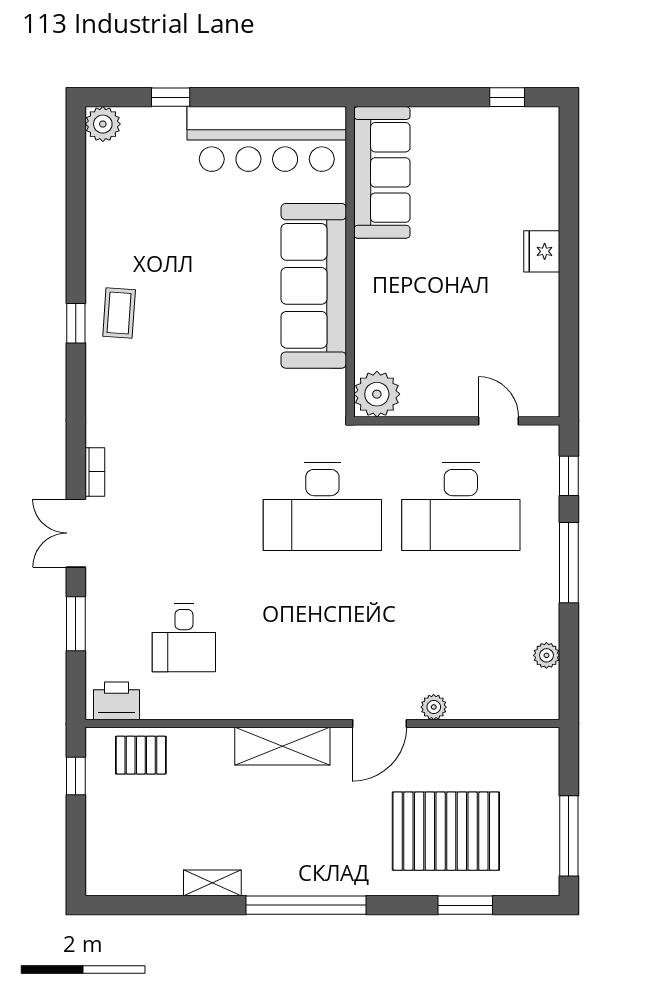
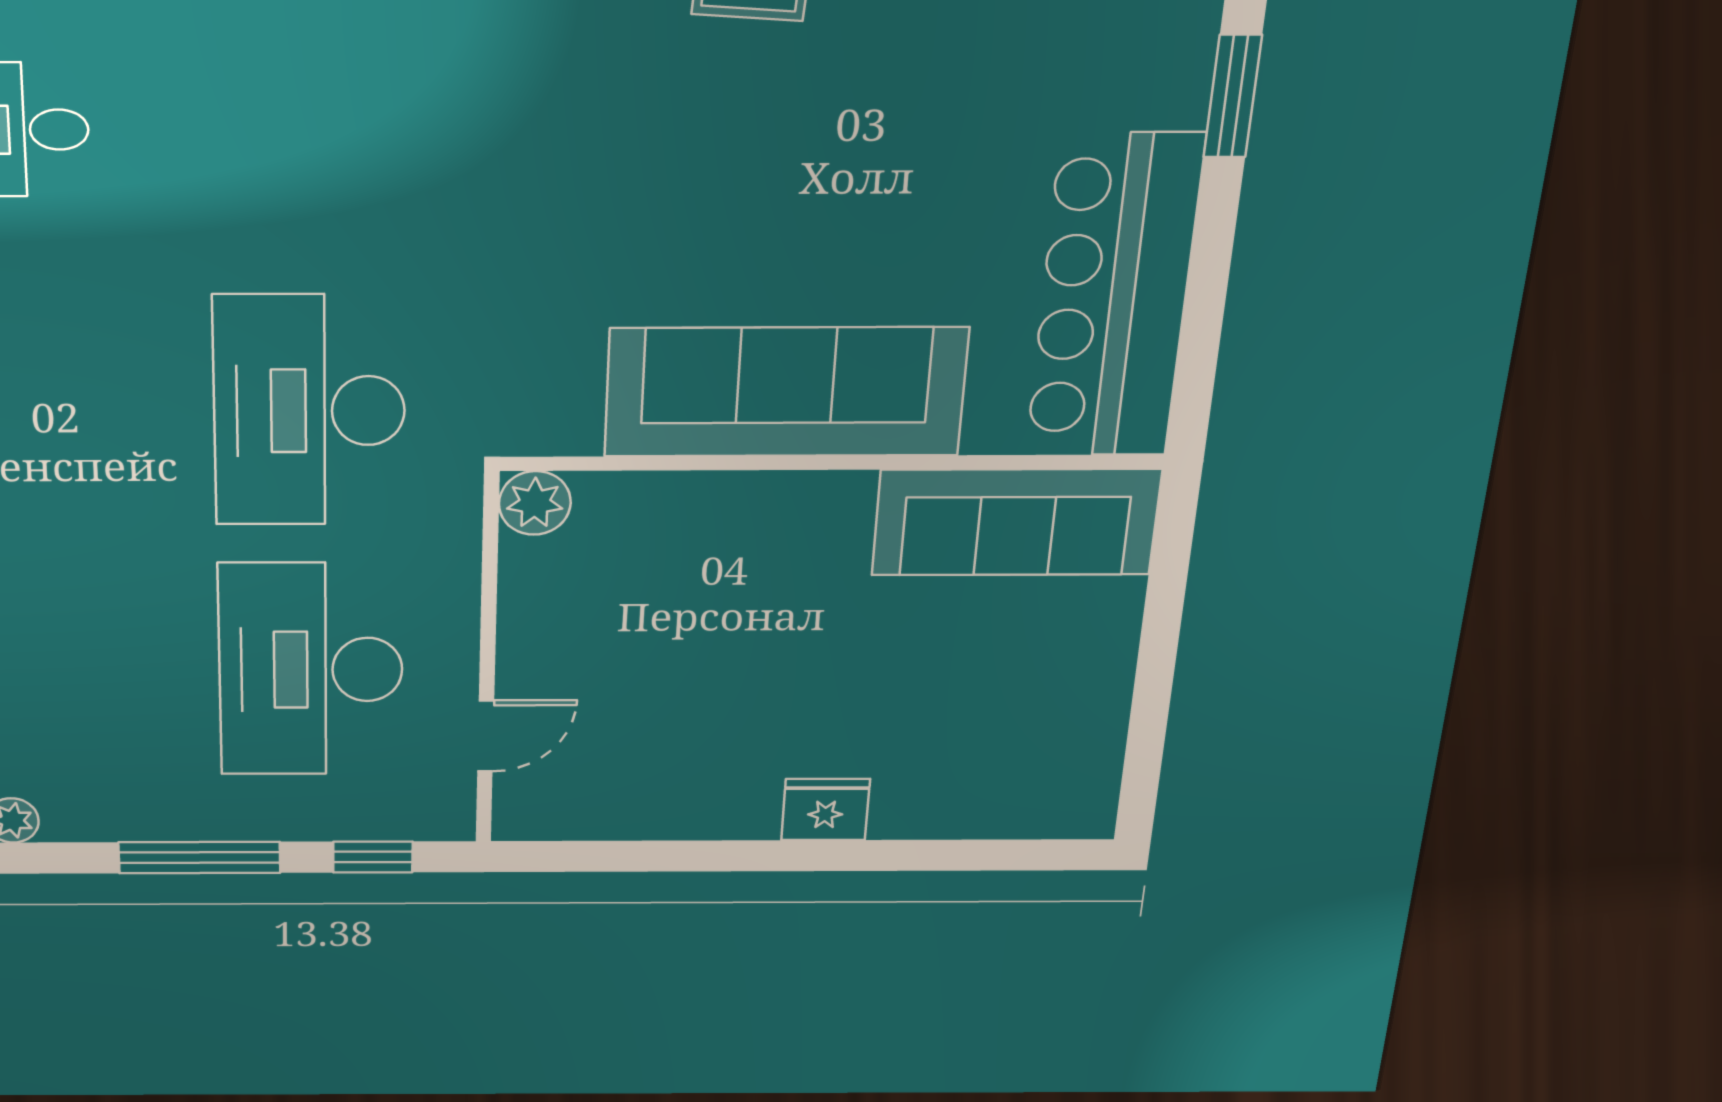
window: (171, 97) -> (1233, 96), width x1.50
window: (507, 97) -> (1145, 749), removed
plant: (377, 394) -> (535, 503), width x0.73, depth x0.73

